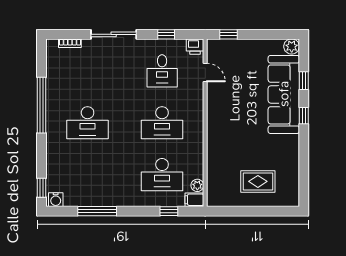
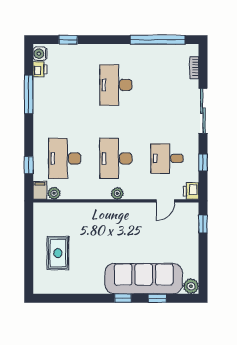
window: (42, 105) -> (158, 40), moved
plant: (197, 121) -> (117, 193), added
window: (42, 188) -> (68, 40), moved
printer: (72, 200) -> (40, 69), added

